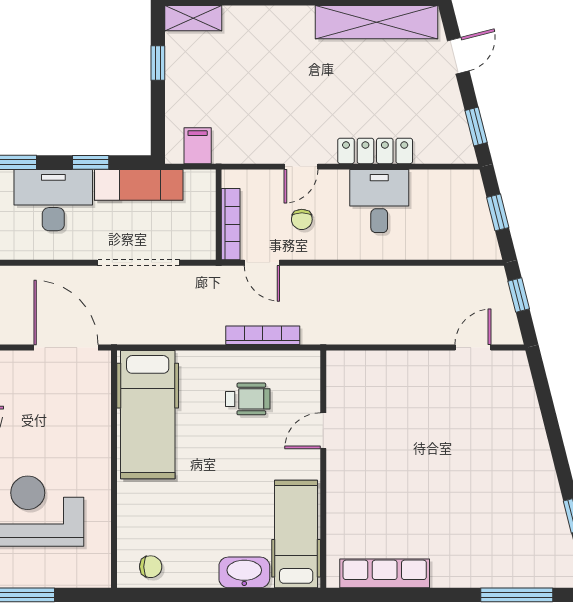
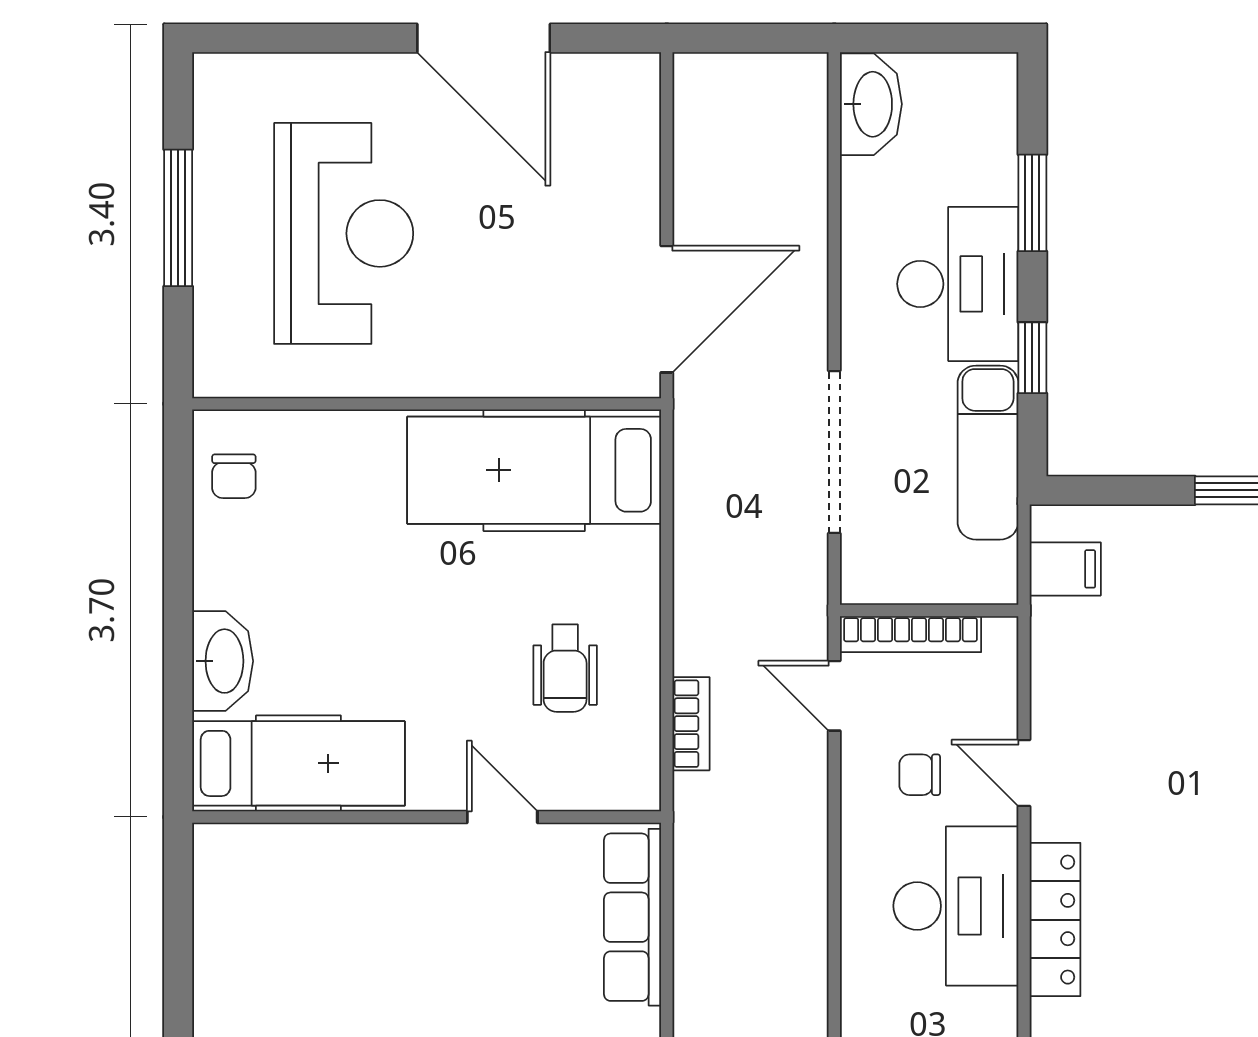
desk: (379, 201) -> (956, 906), width x1.37
door: (262, 263) -> (834, 696), hinge flipped
bookcase: (263, 335) -> (691, 724), width x0.64
row of seats: (385, 573) -> (633, 917), moved, turned 180

